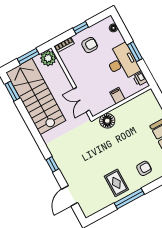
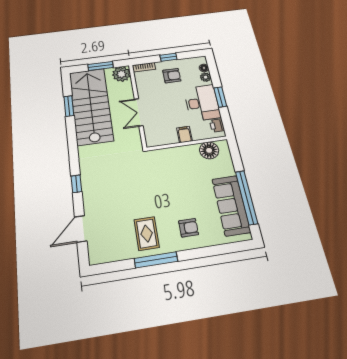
plant: (118, 37) -> (206, 77), added
window: (12, 91) -> (69, 106), moved
double door: (81, 100) -> (139, 112), moved
floor lamp: (107, 121) -> (209, 150), moved

